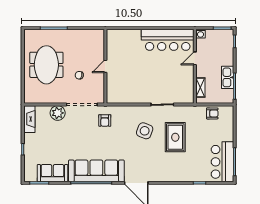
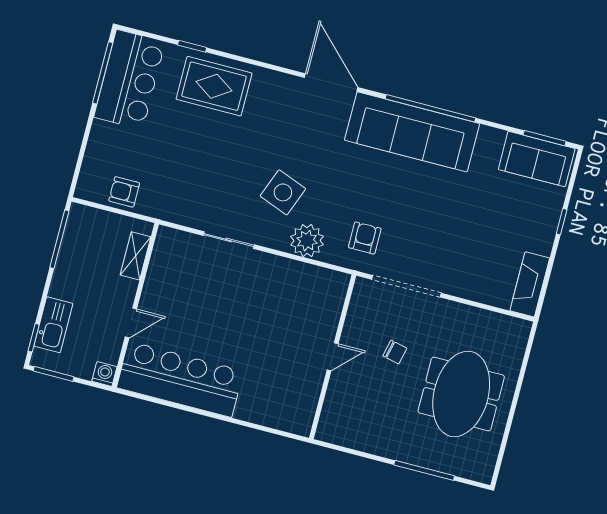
kitchen sink: (228, 77) -> (53, 325), moved
plant: (58, 113) -> (307, 241), moved
rug: (175, 137) -> (214, 86), moved, turned 90
sofa: (53, 173) -> (537, 159), moved

